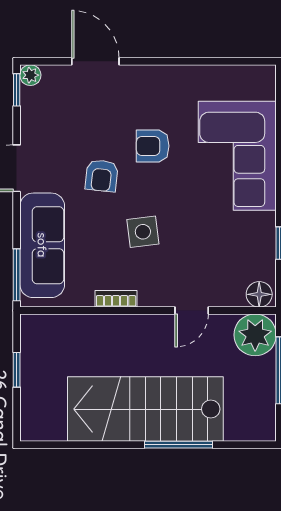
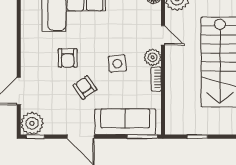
plant: (30, 75) -> (32, 123), width x1.87, depth x1.87
armchair: (102, 176) -> (85, 87), turned -131
plant: (154, 293) -> (153, 57), added

